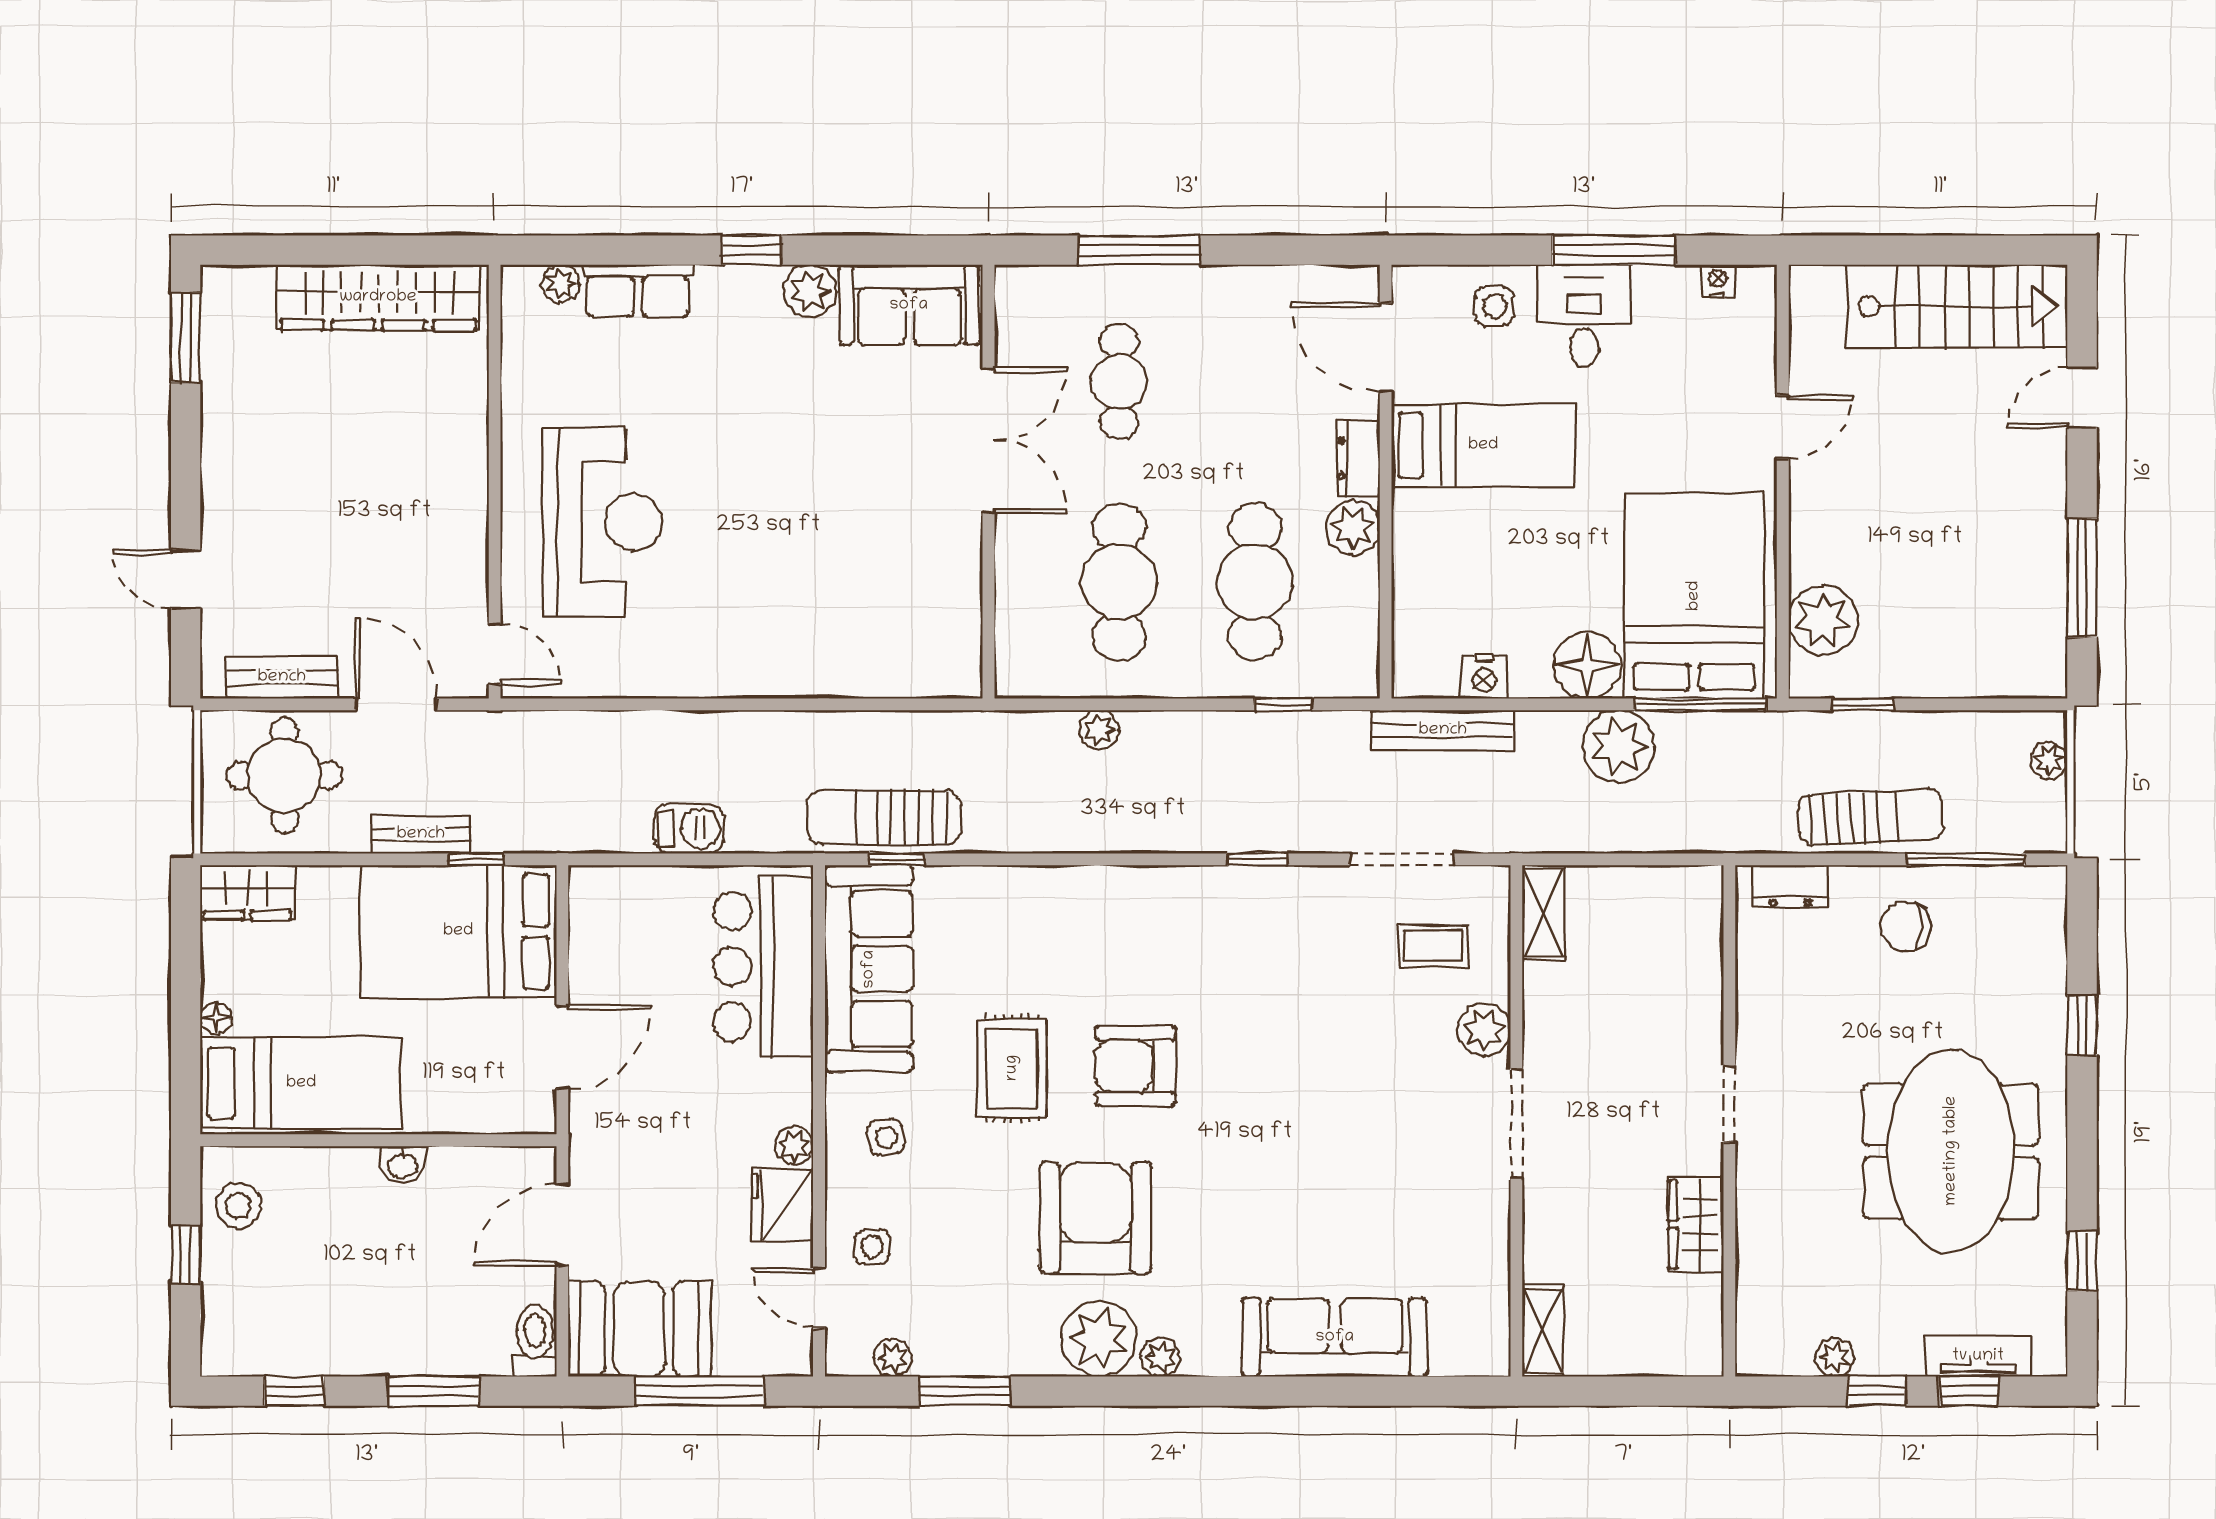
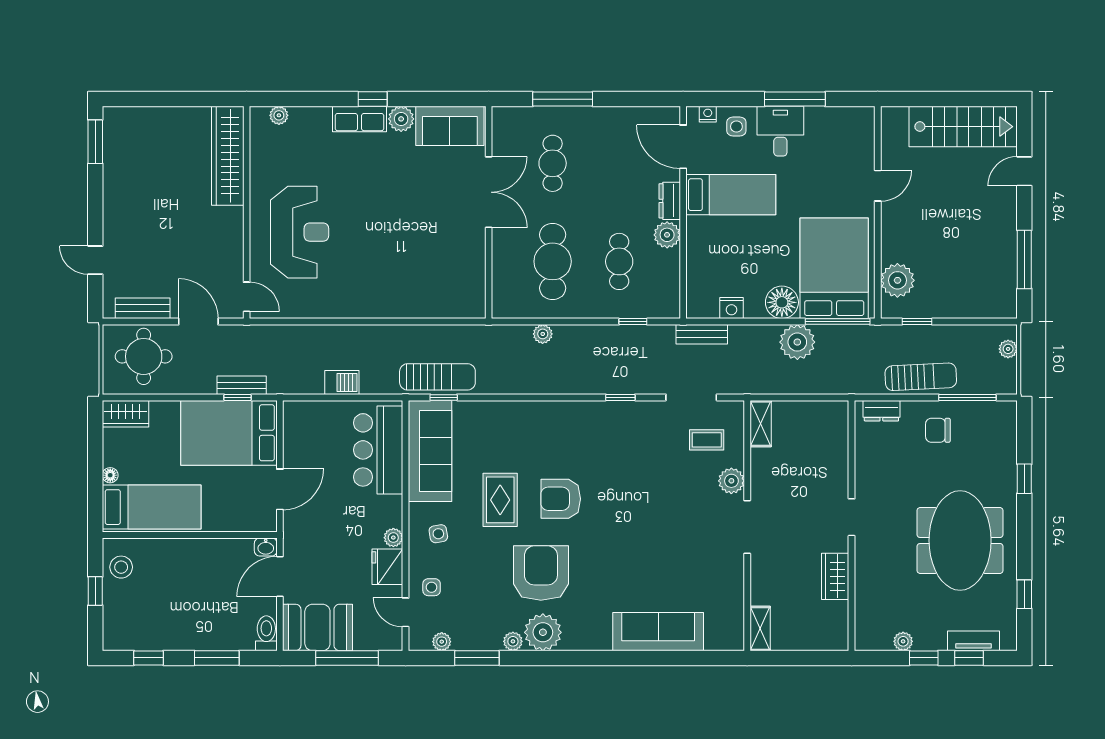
nightstand: (1718, 281) -> (708, 114), moved
row of seats: (638, 291) -> (360, 119), moved
wardrobe: (378, 297) -> (228, 156), moved, turned 90
cafe table: (1255, 582) -> (619, 261), width x0.73, depth x0.74
bench: (1443, 730) -> (702, 334), width x0.73
sun lounger: (884, 817) -> (437, 377), turned 180
bench: (421, 834) -> (242, 385), moved
washbasin: (403, 1165) -> (266, 547), moved
plant: (1160, 1357) -> (513, 641), moved

